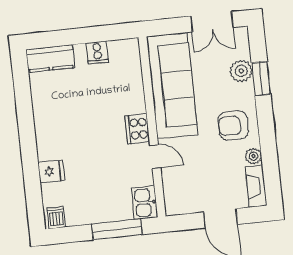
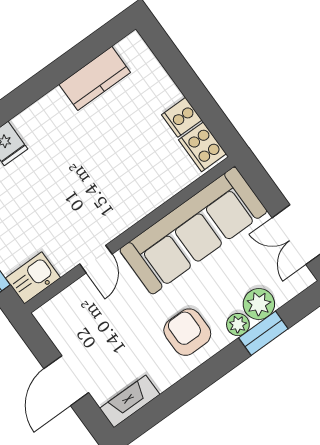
kitchen counter: (50, 59) -> (95, 78), moved, turned -90
cooker: (137, 129) -> (202, 147), moved, turned -90
plant: (254, 156) -> (238, 325), moved

